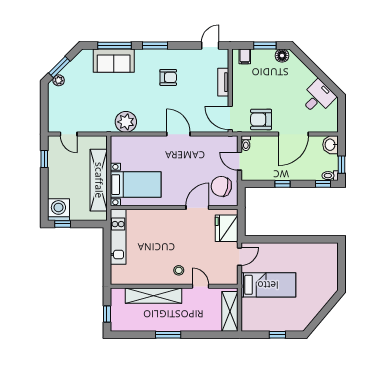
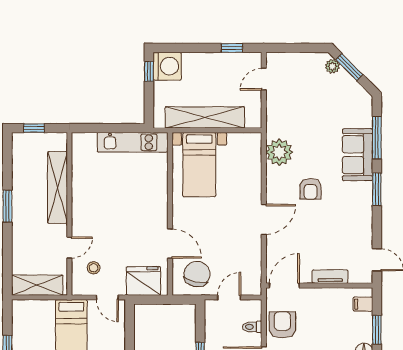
sofa: (114, 61) -> (357, 155), moved
armchair: (168, 77) -> (311, 189), moved
toilet: (246, 143) -> (252, 327), moved
stool: (179, 270) -> (94, 268), moved

